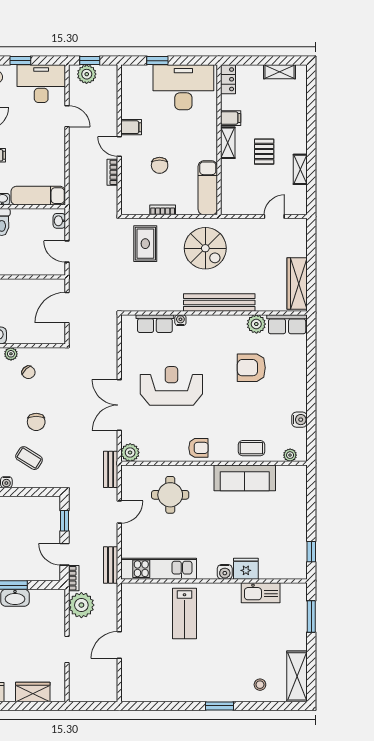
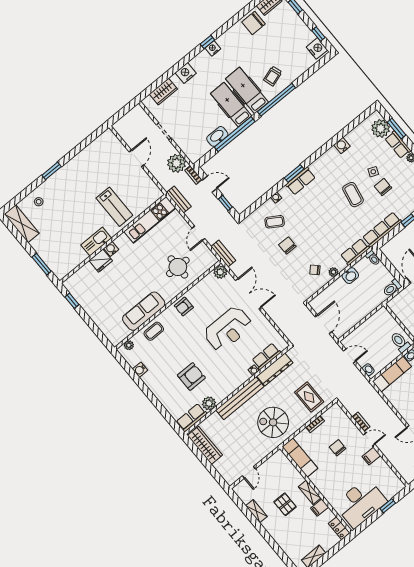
dresser: (157, 302) -> (275, 369), added
kitchen sink: (261, 593) -> (96, 242), moved
lab bench: (185, 613) -> (114, 207), turned 180

